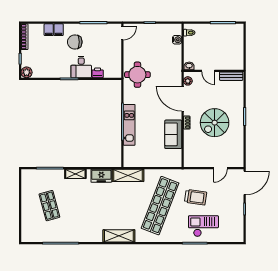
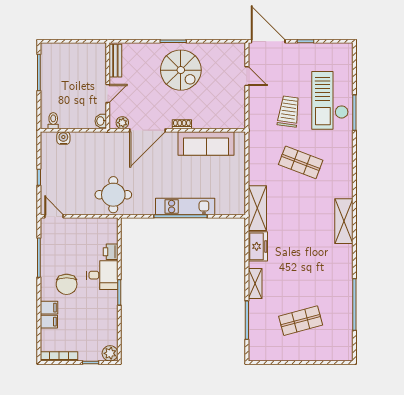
spiral stairs: (215, 123) -> (181, 70), moved
sofa: (173, 134) -> (206, 143), width x1.36
shop shelf: (160, 206) -> (301, 162), width x0.50, depth x0.74
checkout: (203, 226) -> (330, 100), width x1.36, depth x1.21

